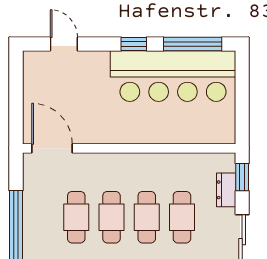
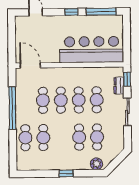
bar counter: (173, 76) -> (92, 50), moved, turned 180

